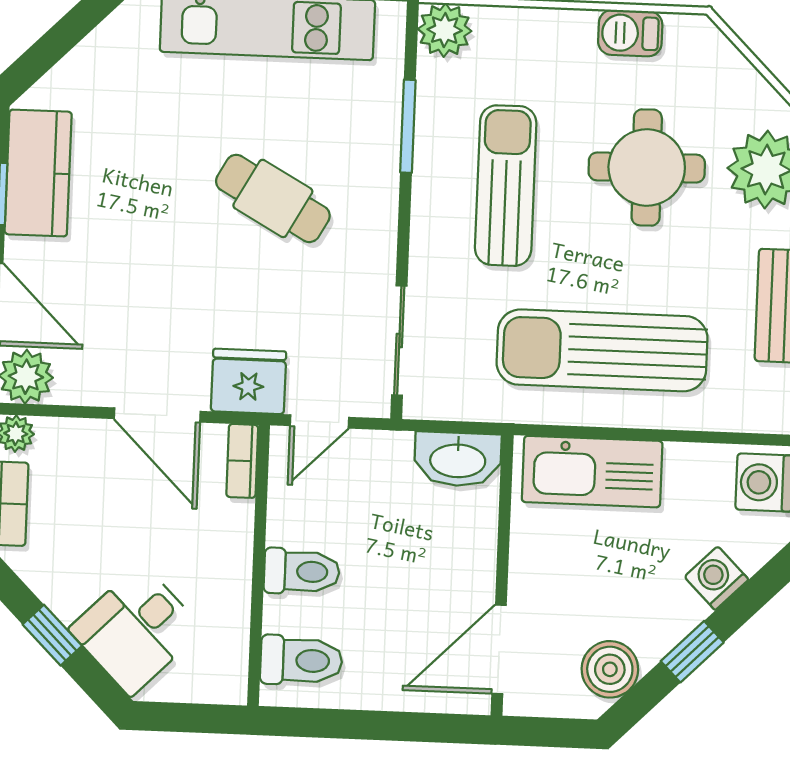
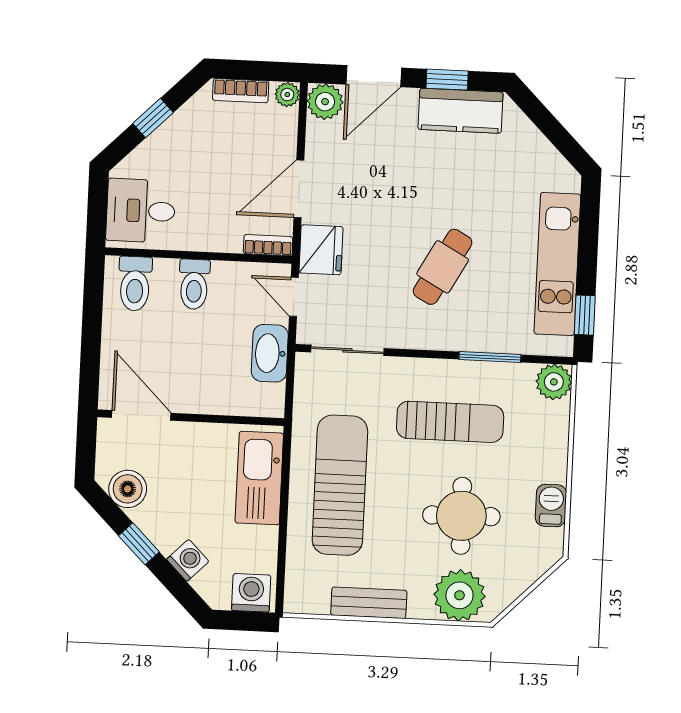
washbasin: (458, 459) -> (270, 353), moved
desk: (136, 630) -> (141, 211), moved, turned -45

